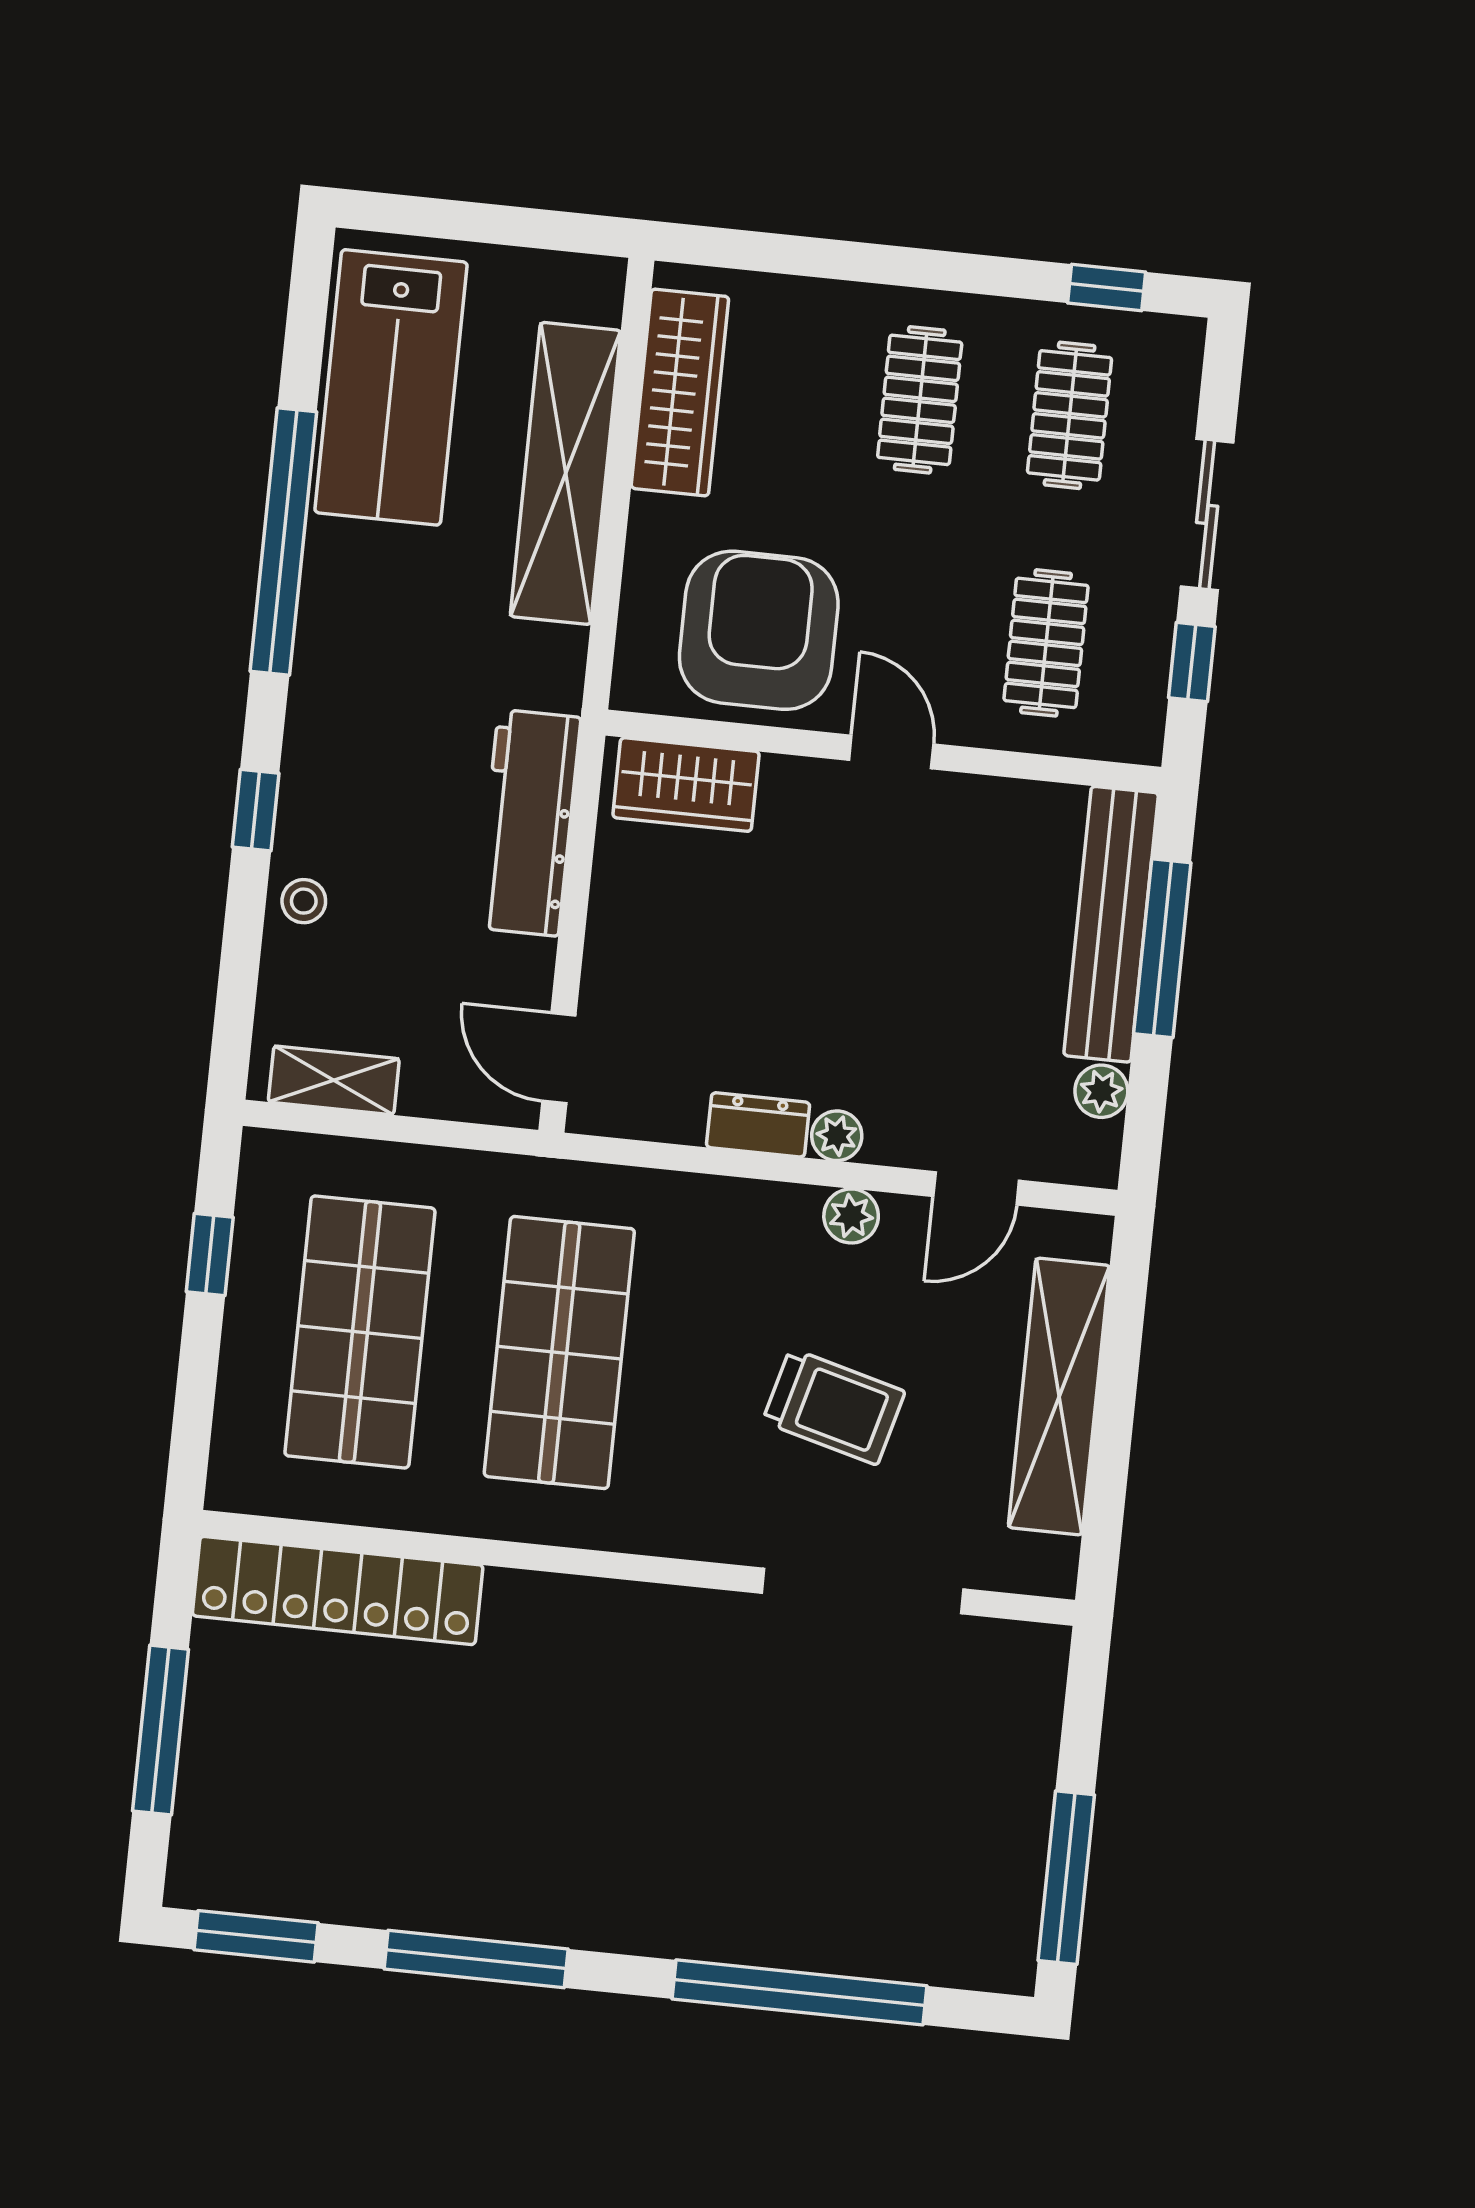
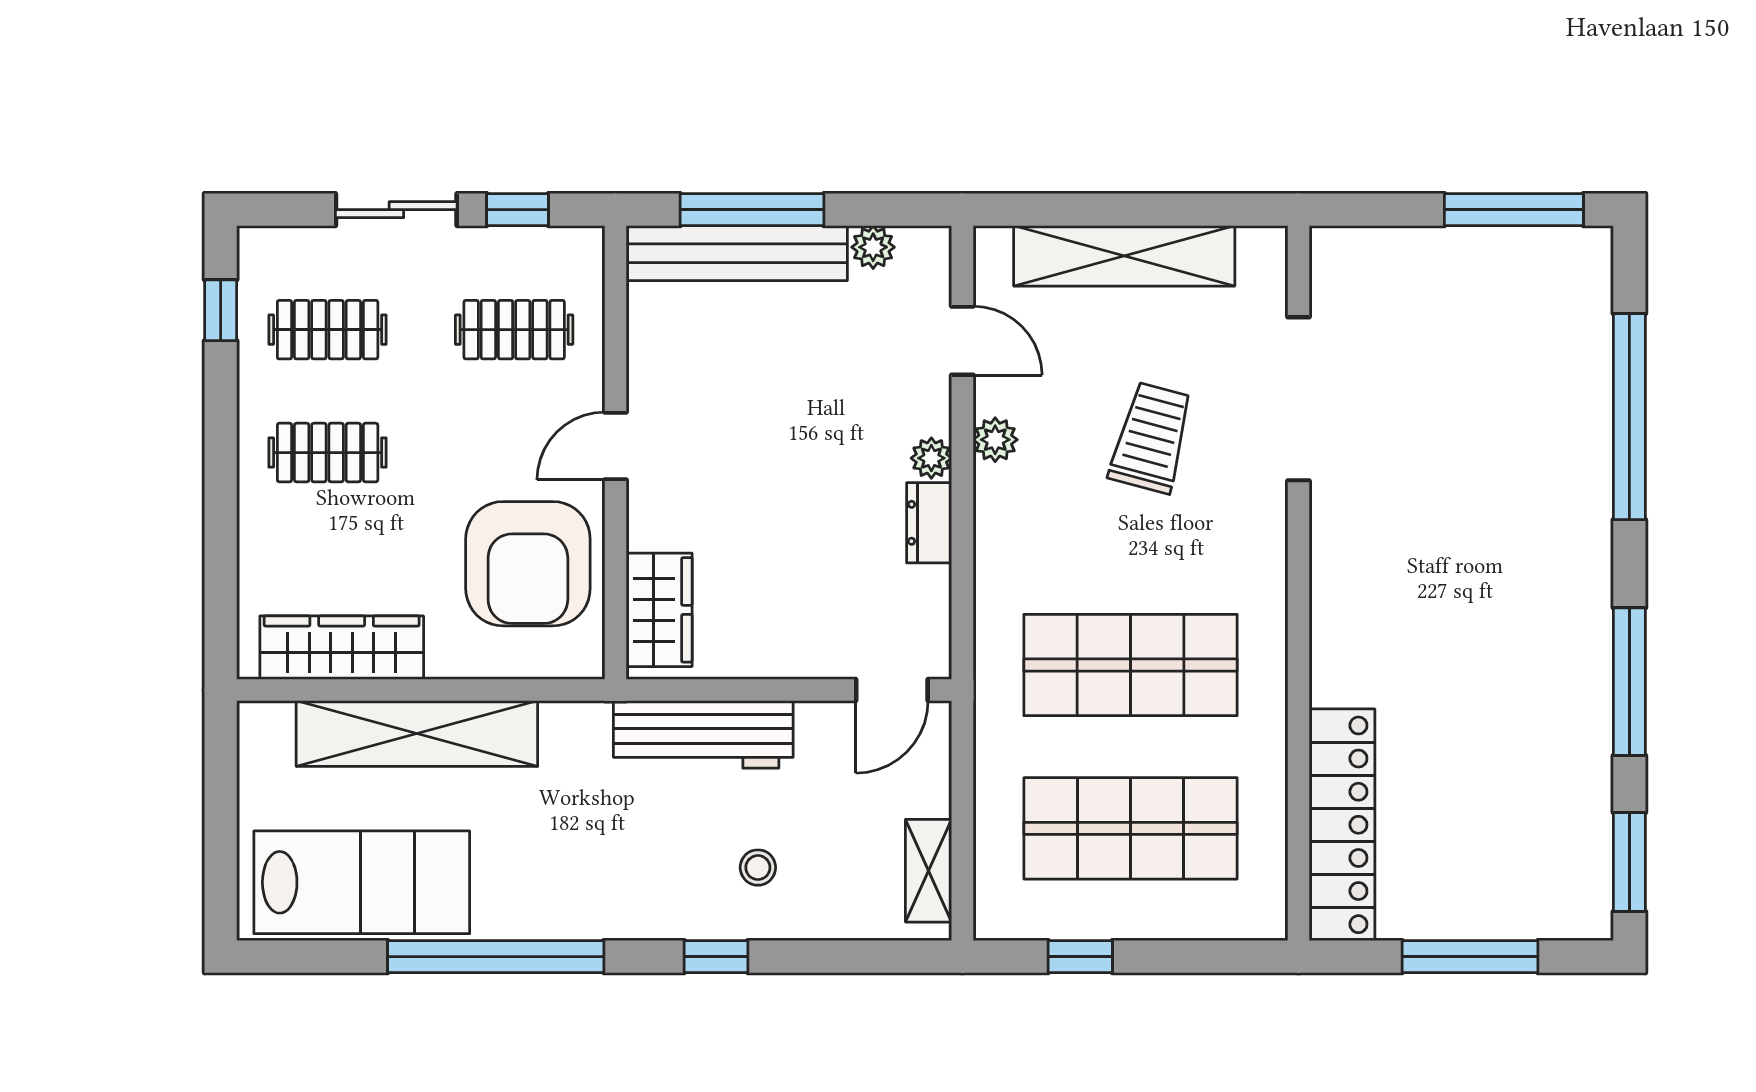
armchair: (759, 630) -> (528, 564), turned -90
stool: (304, 901) -> (758, 868), moved

